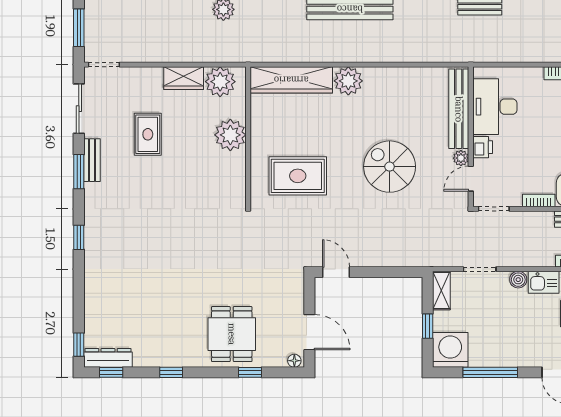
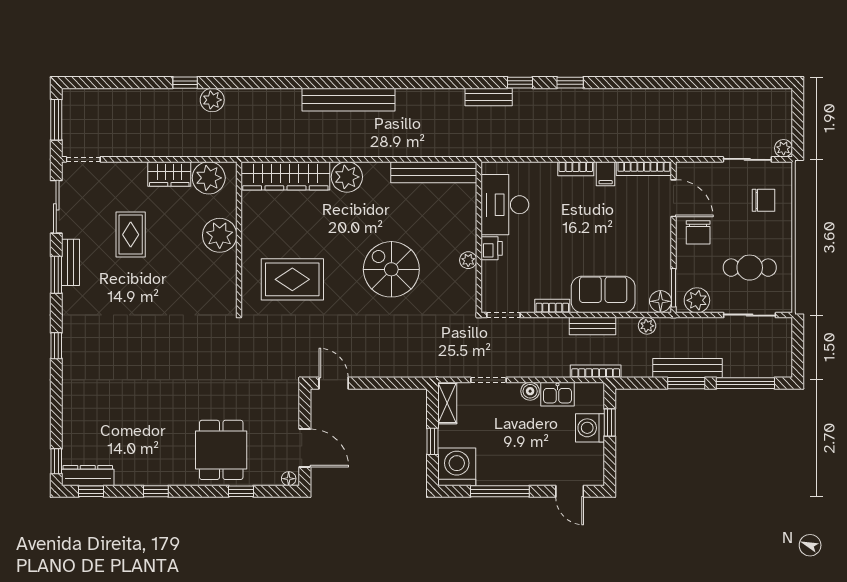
bench: (459, 109) -> (434, 172), moved, turned 90
door: (471, 179) -> (479, 282), removed

